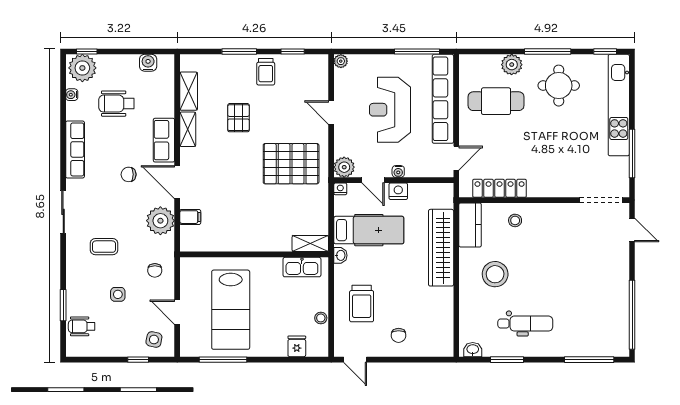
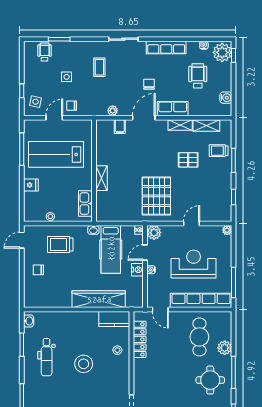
trolley: (266, 72) -> (219, 151), moved
plant: (160, 221) -> (113, 111), width x0.53, depth x0.53
shelving: (310, 244) -> (101, 178), moved
chair: (155, 270) -> (72, 106), moved
stool: (495, 274) -> (84, 364), moved
fridge: (297, 346) -> (31, 185), moved

